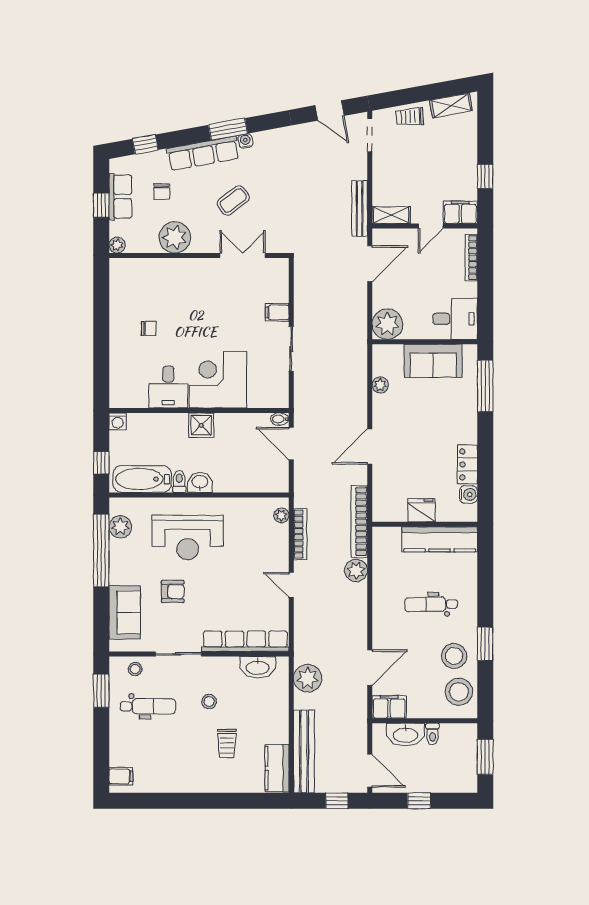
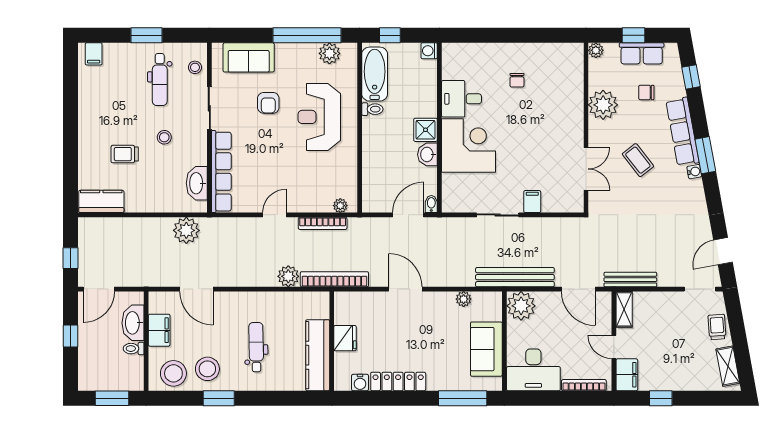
desk: (455, 319) -> (533, 370), width x1.37
locker: (467, 464) -> (398, 382), width x1.53
washbasin: (200, 482) -> (427, 154), moved, turned 180
window: (101, 691) -> (146, 35), moved
filing cabinet: (389, 707) -> (159, 330), moved
bench: (304, 751) -> (515, 277), moved

